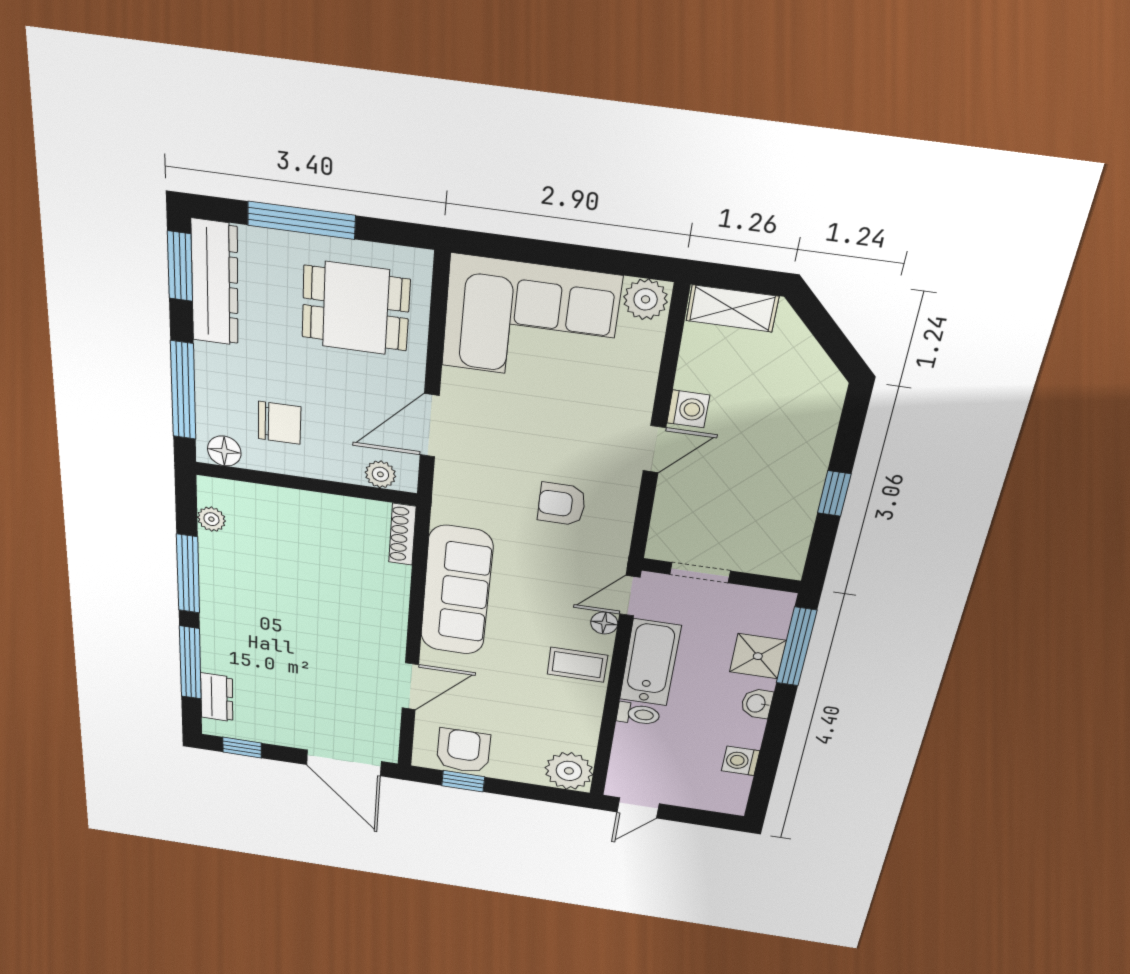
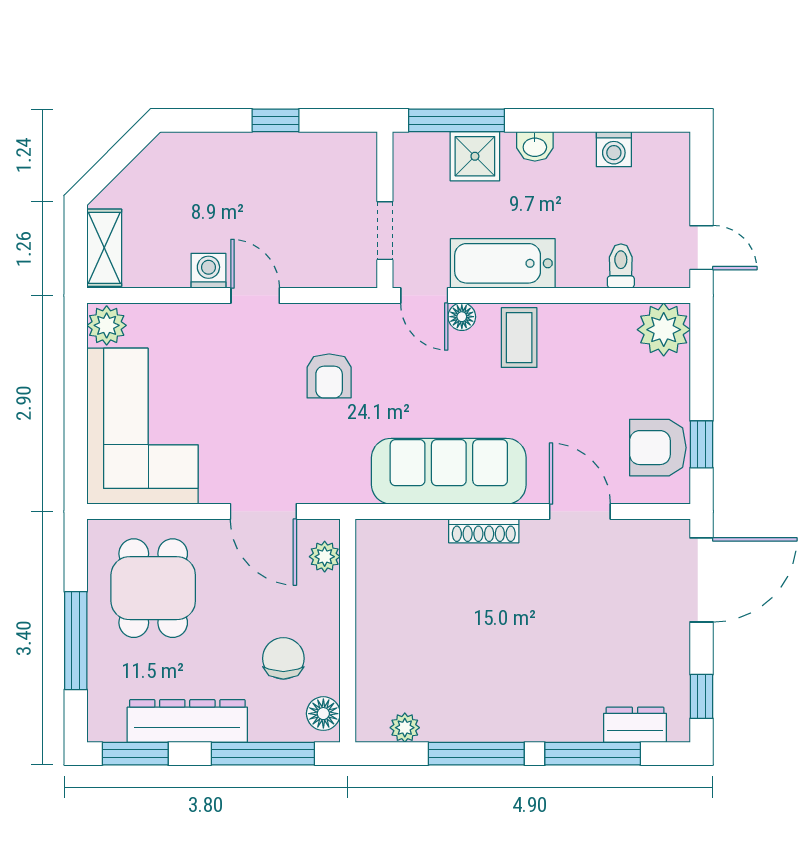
dresser: (215, 283) -> (187, 721), moved
shoe rack: (402, 534) -> (484, 531), moved
toilet: (638, 714) -> (621, 266), moved

